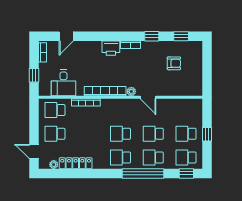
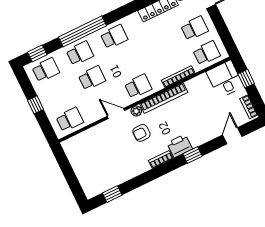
window: (152, 36) -> (193, 155), moved
armchair: (174, 63) -> (141, 133), moved
desk: (63, 83) -> (225, 79), moved
school desk: (121, 134) -> (138, 86), moved
school desk: (186, 134) -> (70, 119), moved

